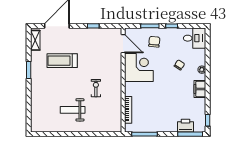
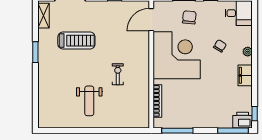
door: (123, 44) -> (151, 20), swing flipped
treadmill: (62, 61) -> (76, 41), turned 180
corner desk: (139, 68) -> (177, 55), width x1.36, depth x1.36
weight bench: (73, 110) -> (89, 101), turned -90
printer: (185, 126) -> (243, 120), moved

